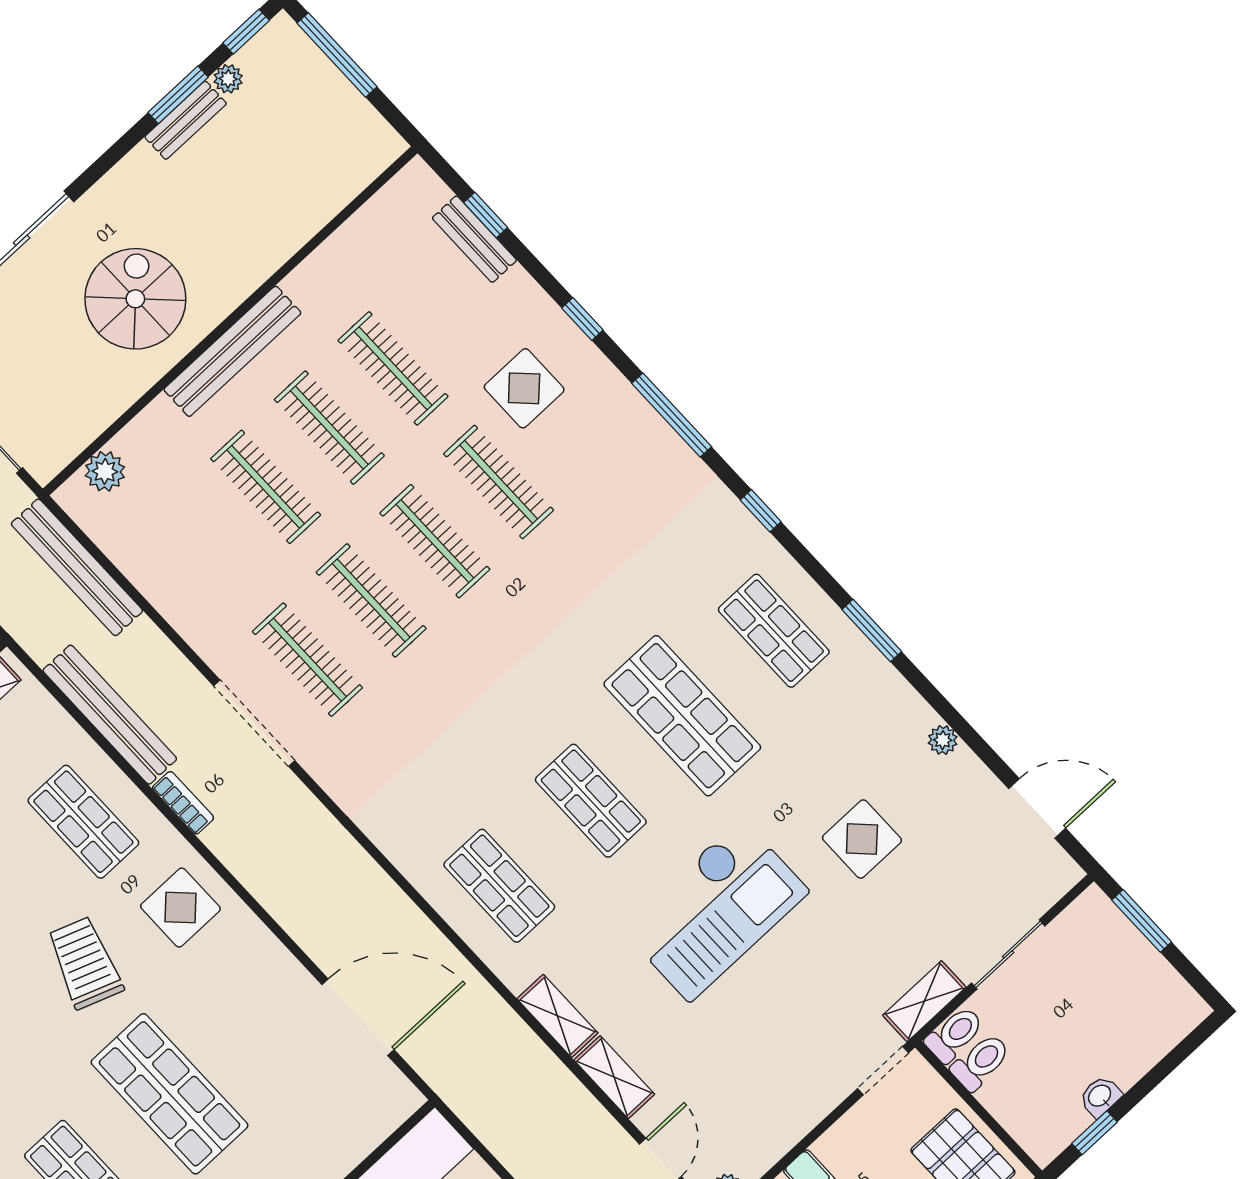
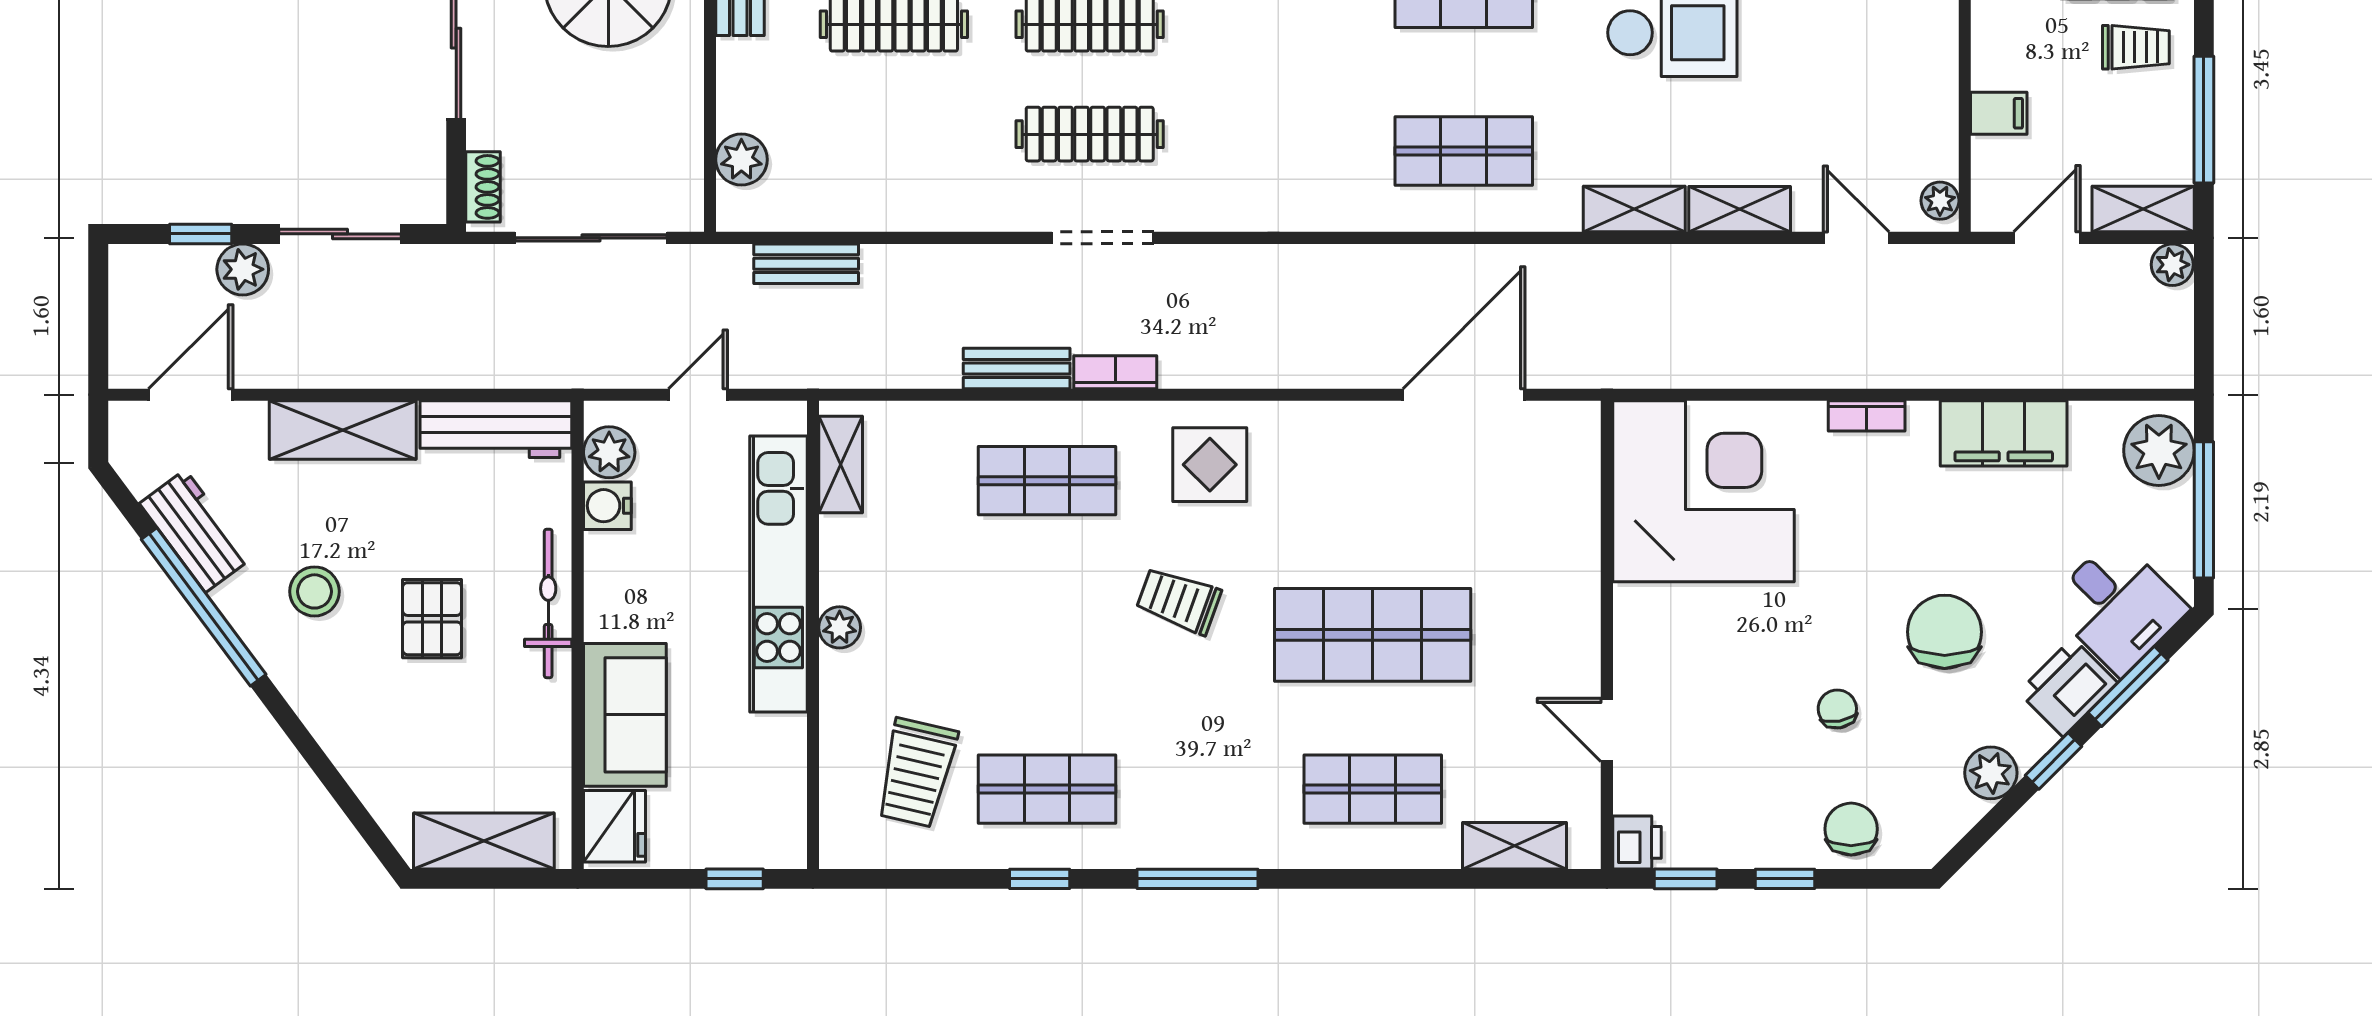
bench: (77, 567) -> (806, 264), width x0.54, depth x0.82
bench: (110, 715) -> (1017, 369), width x0.54, depth x0.82
doorway: (254, 723) -> (1103, 238), width x0.73
trolley: (85, 963) -> (1179, 601), width x0.73, depth x0.72

